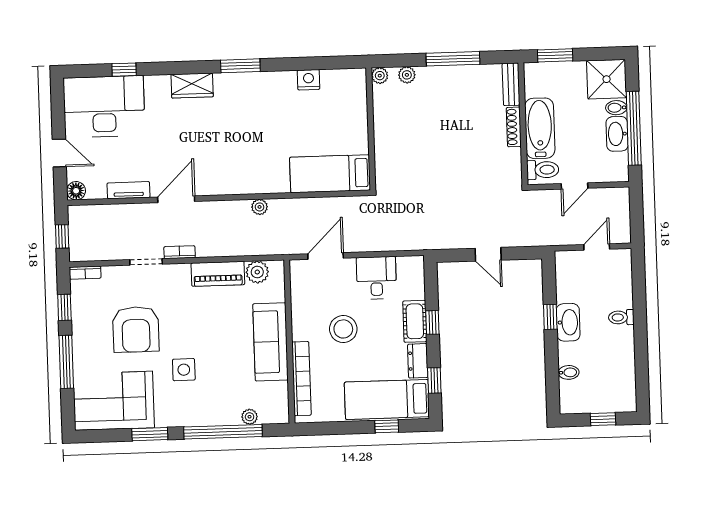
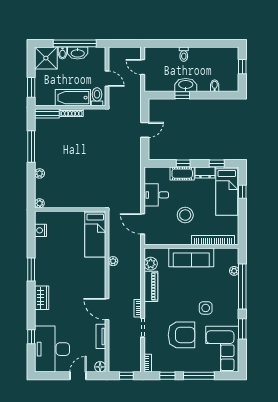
plant: (380, 76) -> (39, 203), moved
wall: (371, 129) -> (70, 210), moved
bed: (330, 174) -> (95, 234), moved

